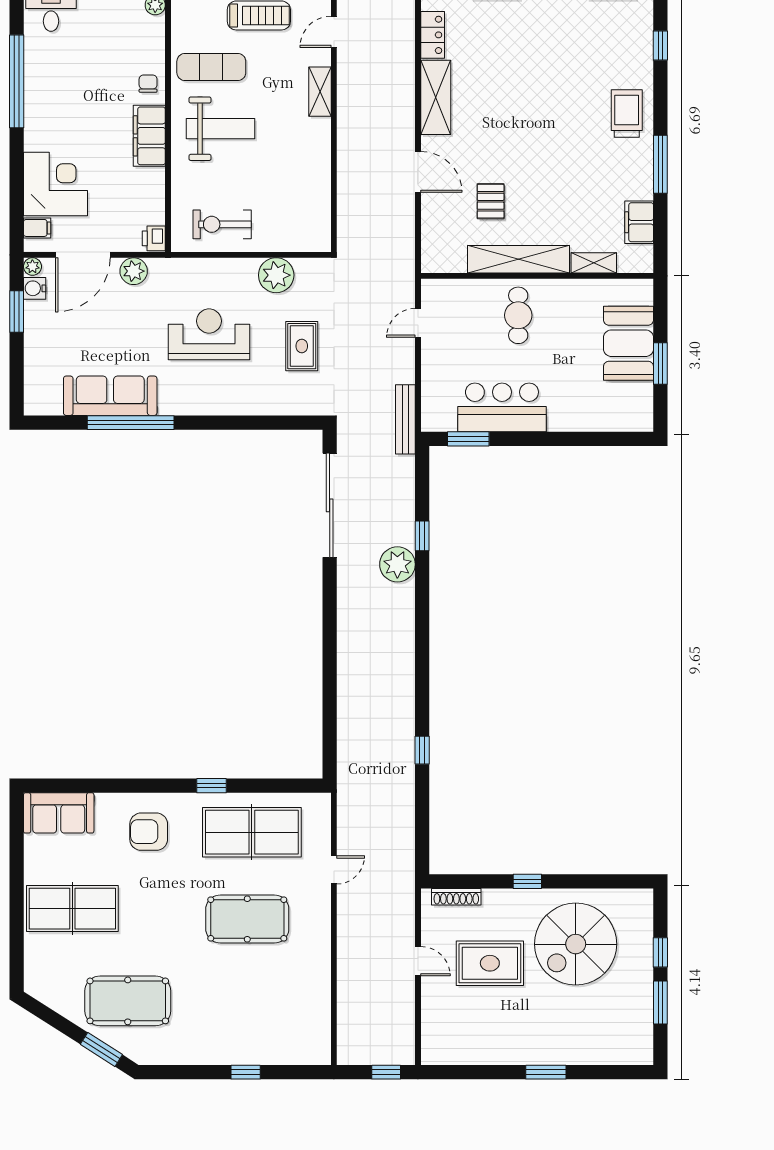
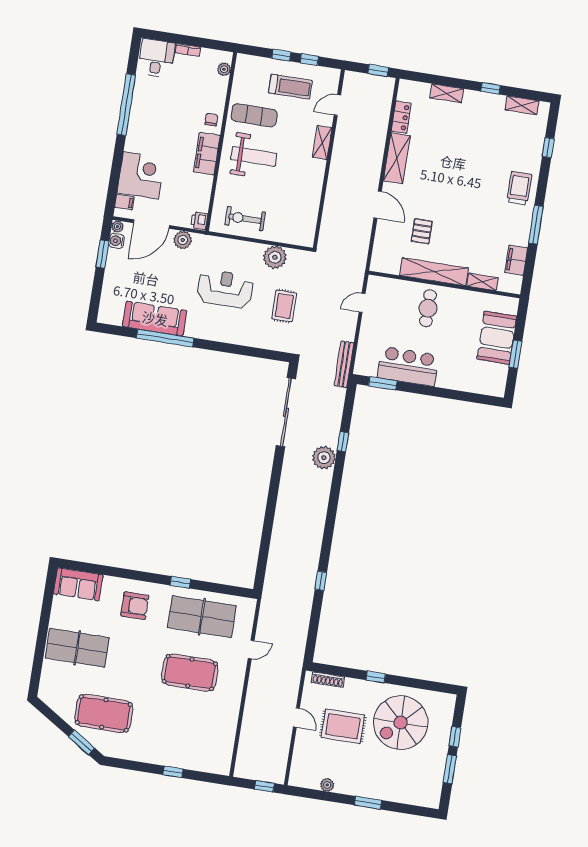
armchair: (149, 832) -> (135, 606), turned 180
plant: (480, 1055) -> (327, 785), added

